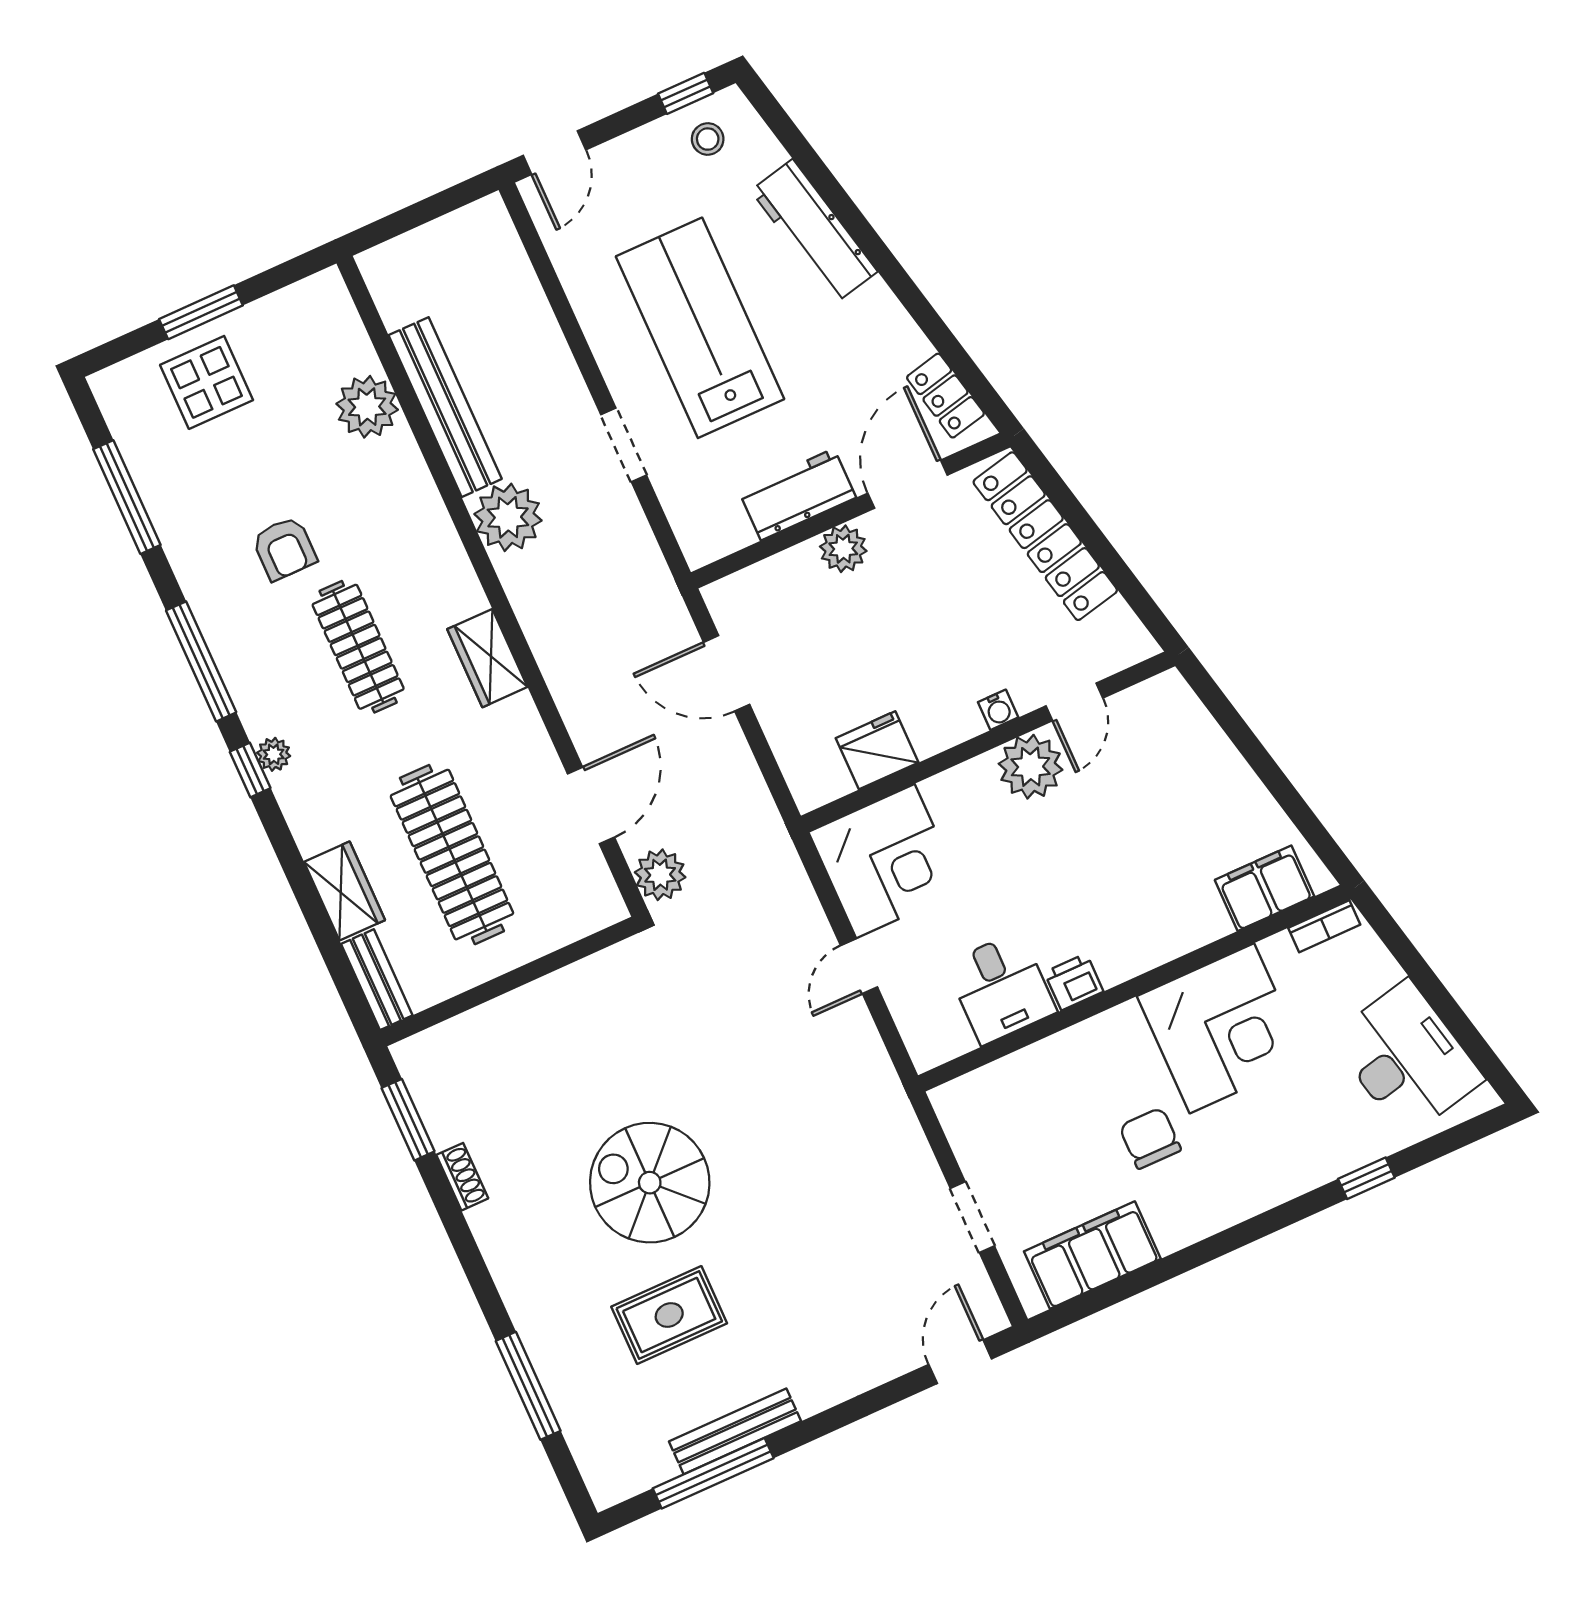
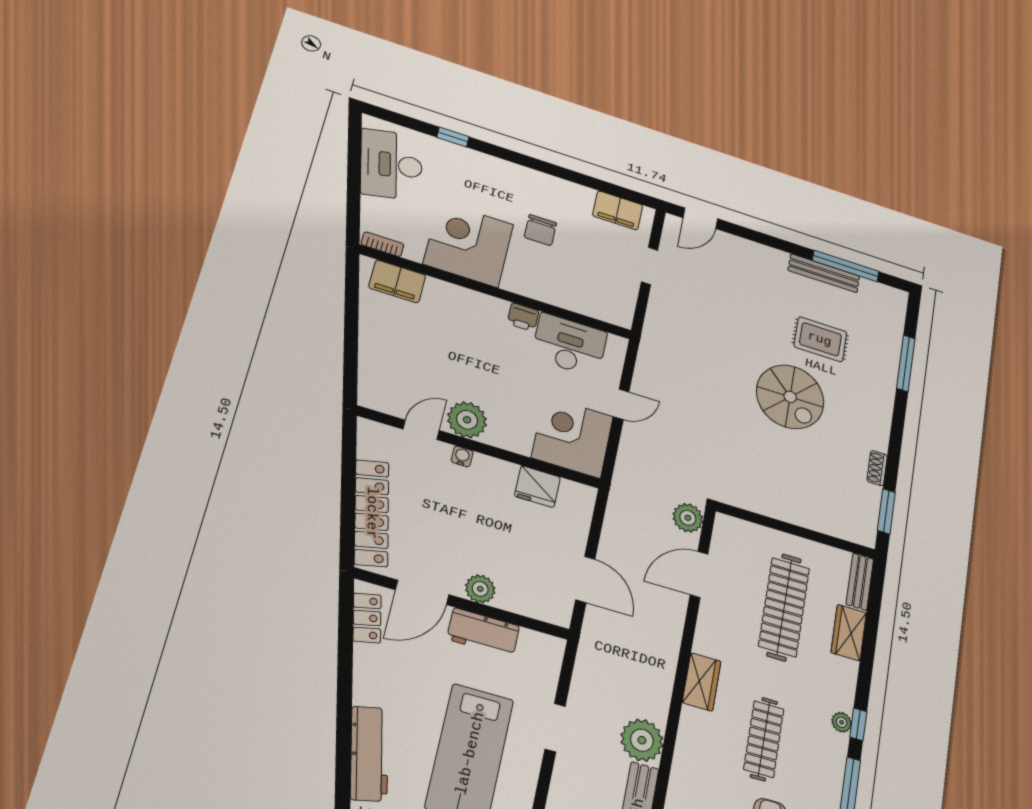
desk: (1001, 988) -> (569, 345), width x1.37
filing cabinet: (1092, 1255) -> (618, 210), width x0.67, depth x0.86

